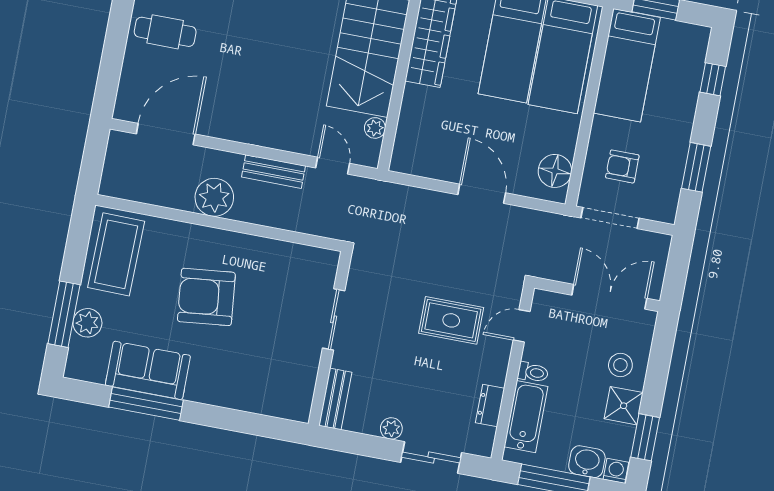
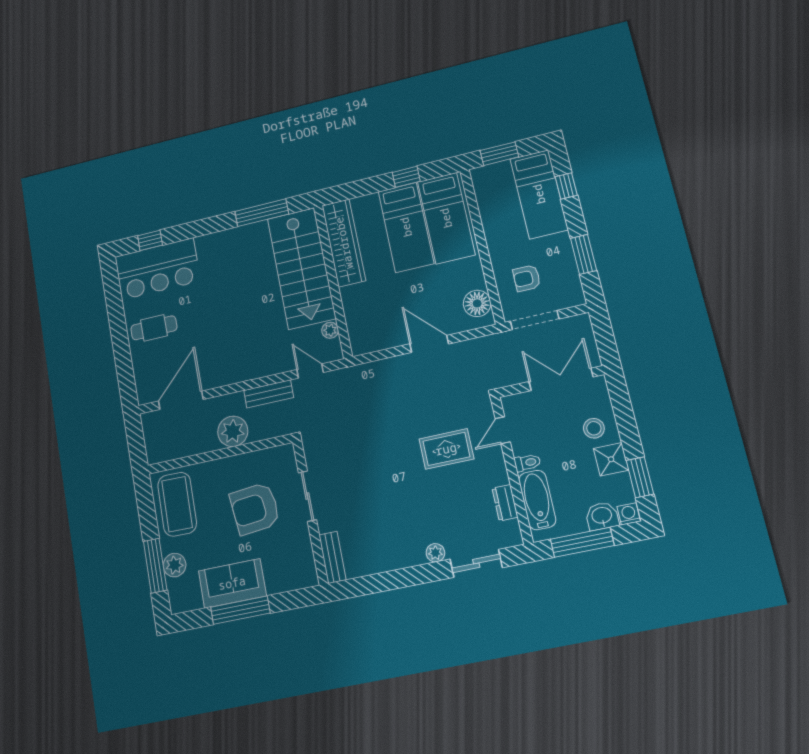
bed: (627, 65) -> (539, 194), moved
sliding door: (334, 319) -> (307, 496), moved
wall: (330, 339) -> (310, 512), moved
bench: (335, 399) -> (332, 557), moved

